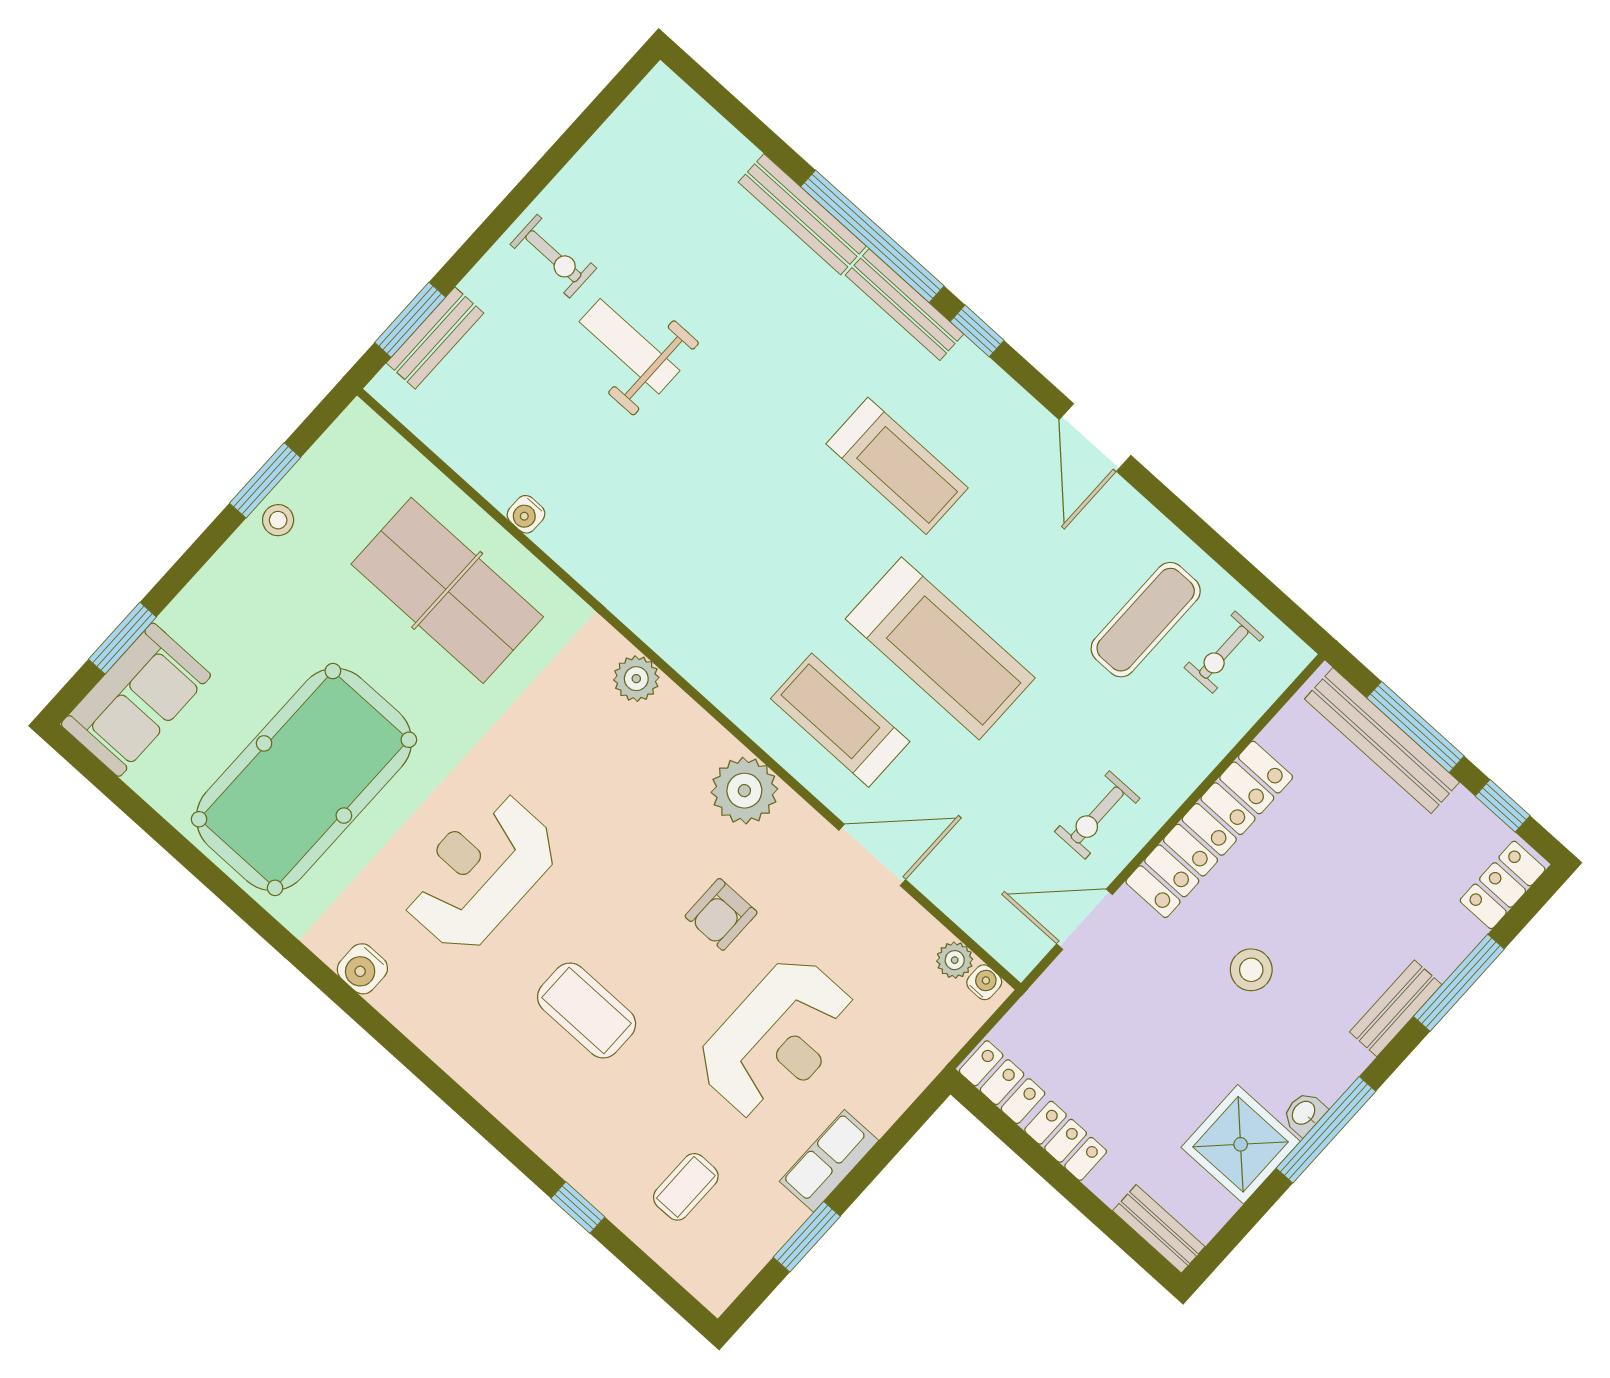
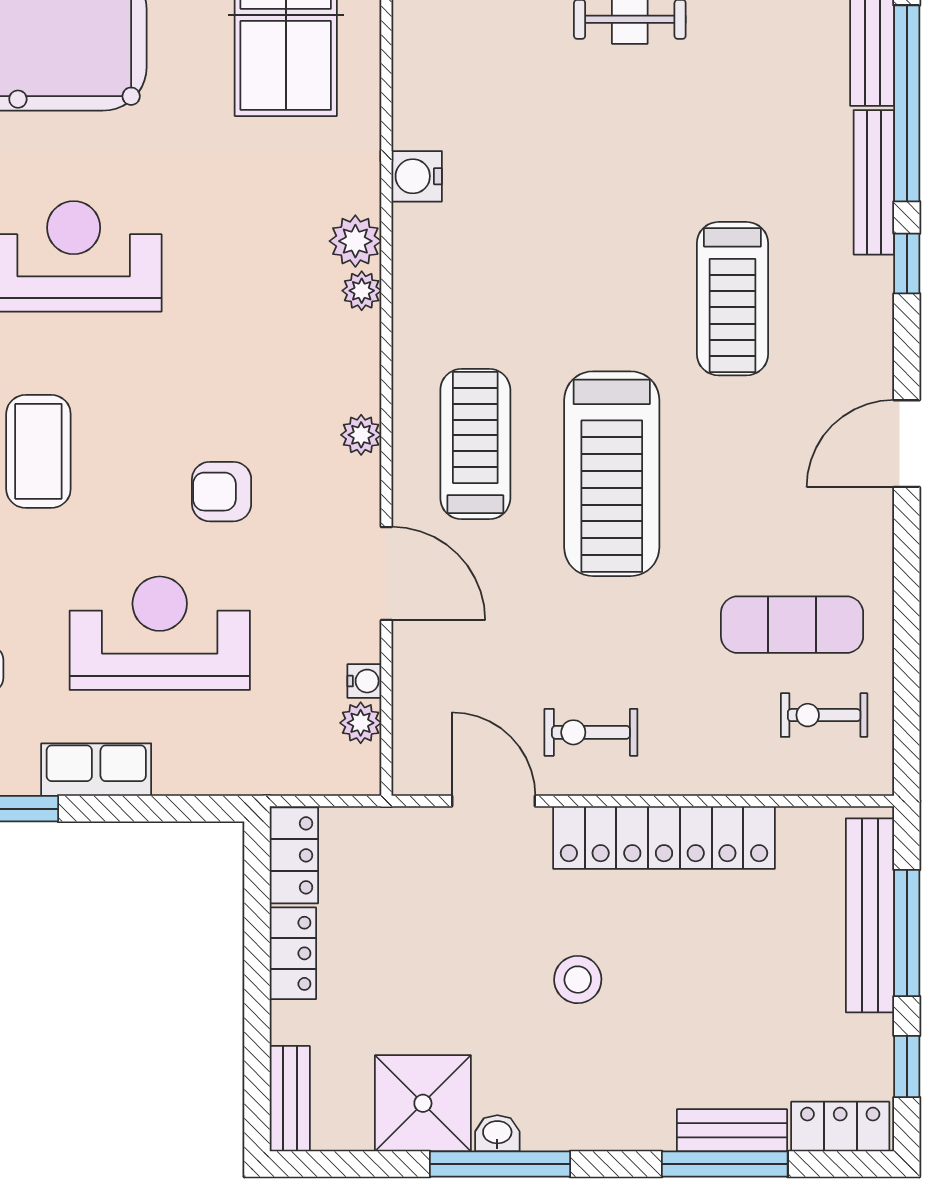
water cooler: (526, 514) -> (417, 176), moved, width x1.38, depth x1.38
plant: (673, 704) -> (362, 291), added
plant: (744, 791) -> (361, 435), width x0.53, depth x0.53
water cooler: (984, 982) -> (364, 681), moved
bench: (1396, 1008) -> (732, 1130), moved
reception desk: (777, 1039) -> (160, 633), turned 180

